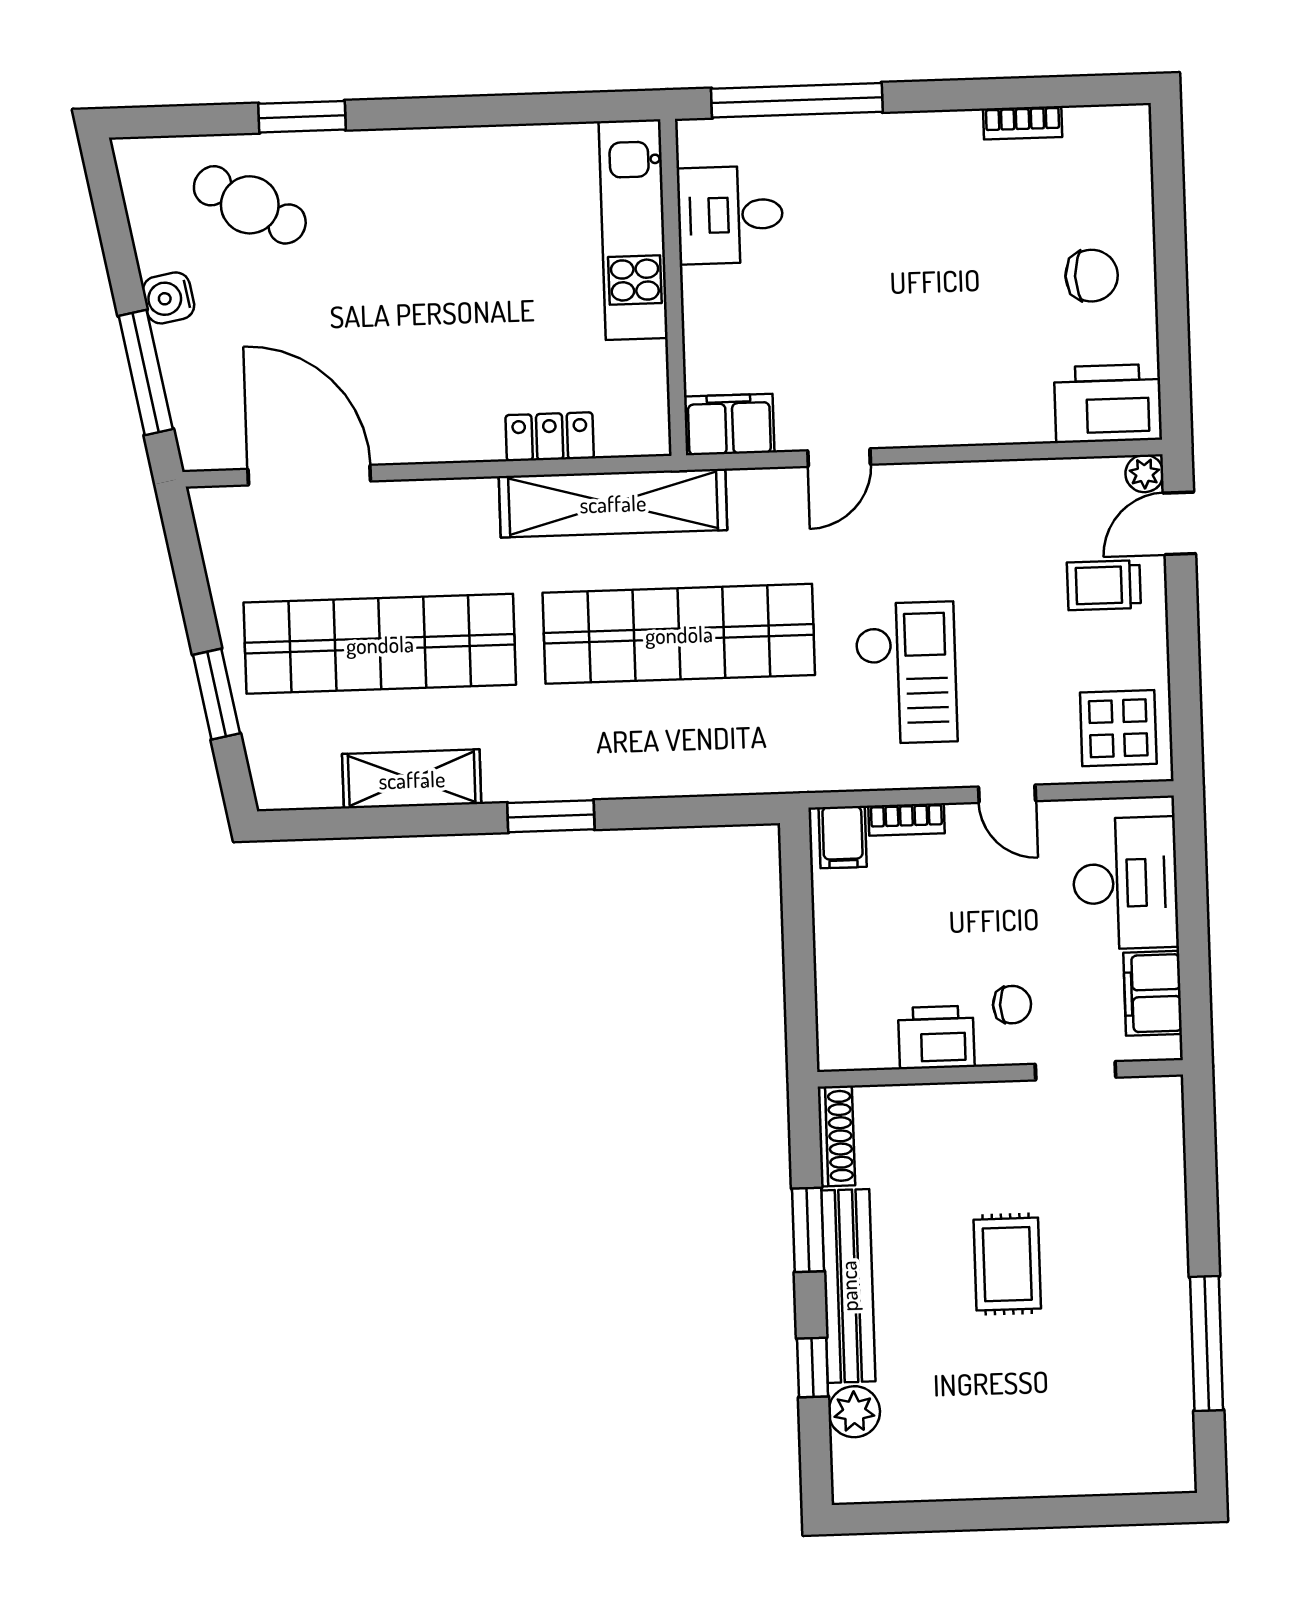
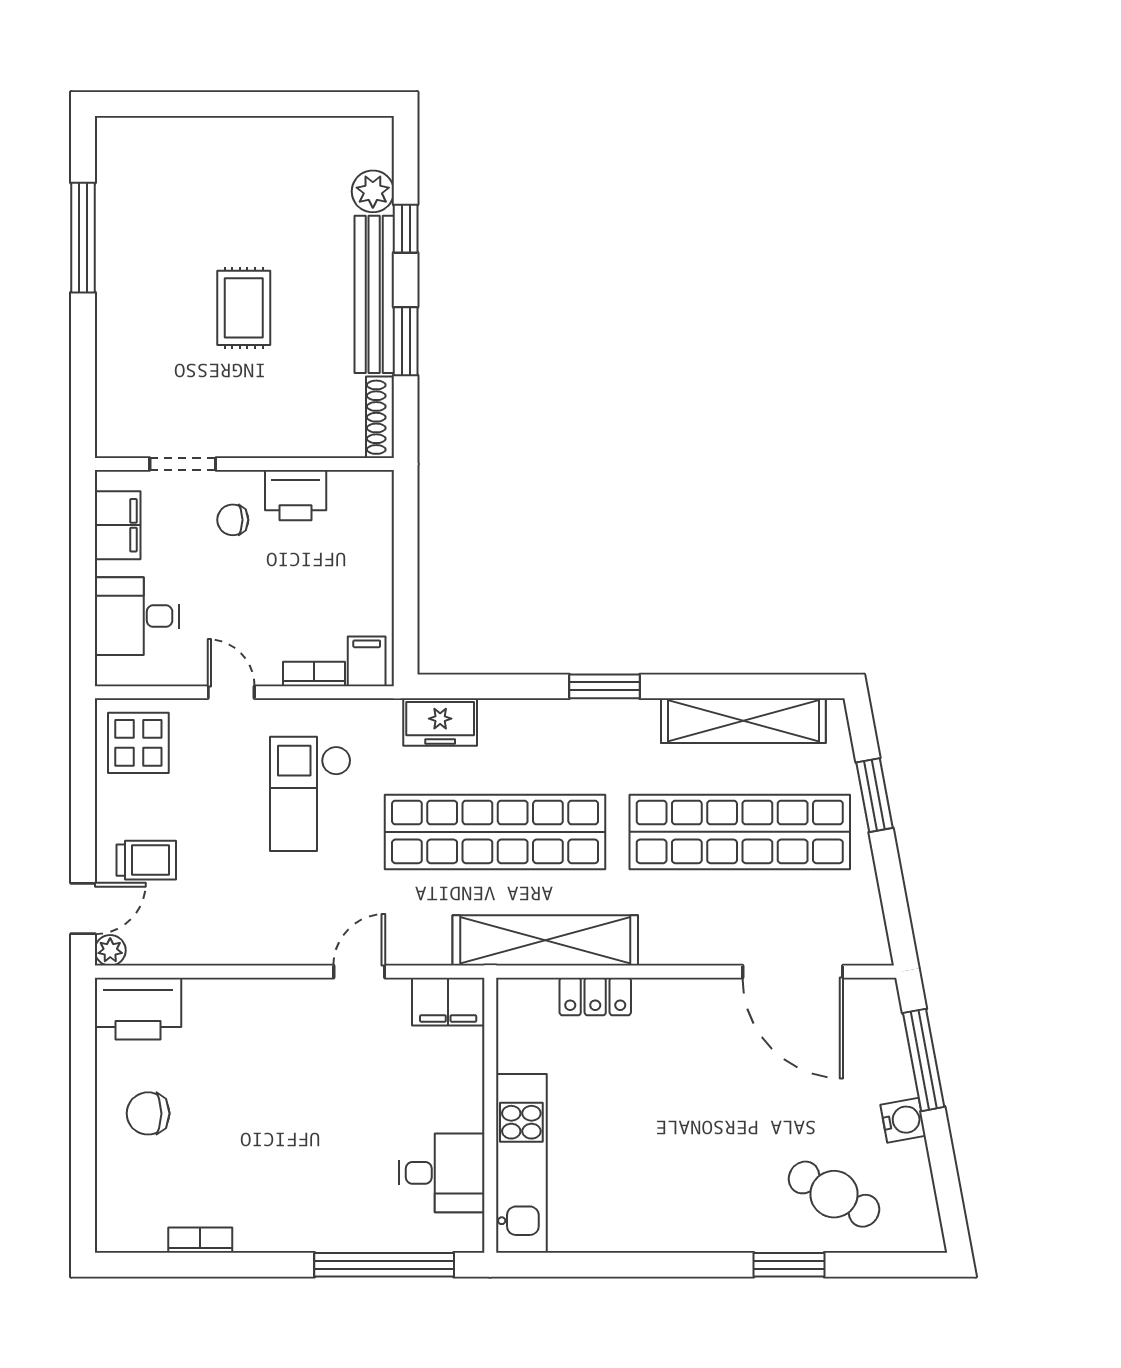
freezer: (750, 766) -> (440, 722), added
shelving: (412, 779) -> (743, 721), width x1.47
desk: (1125, 883) -> (137, 616), width x0.73

